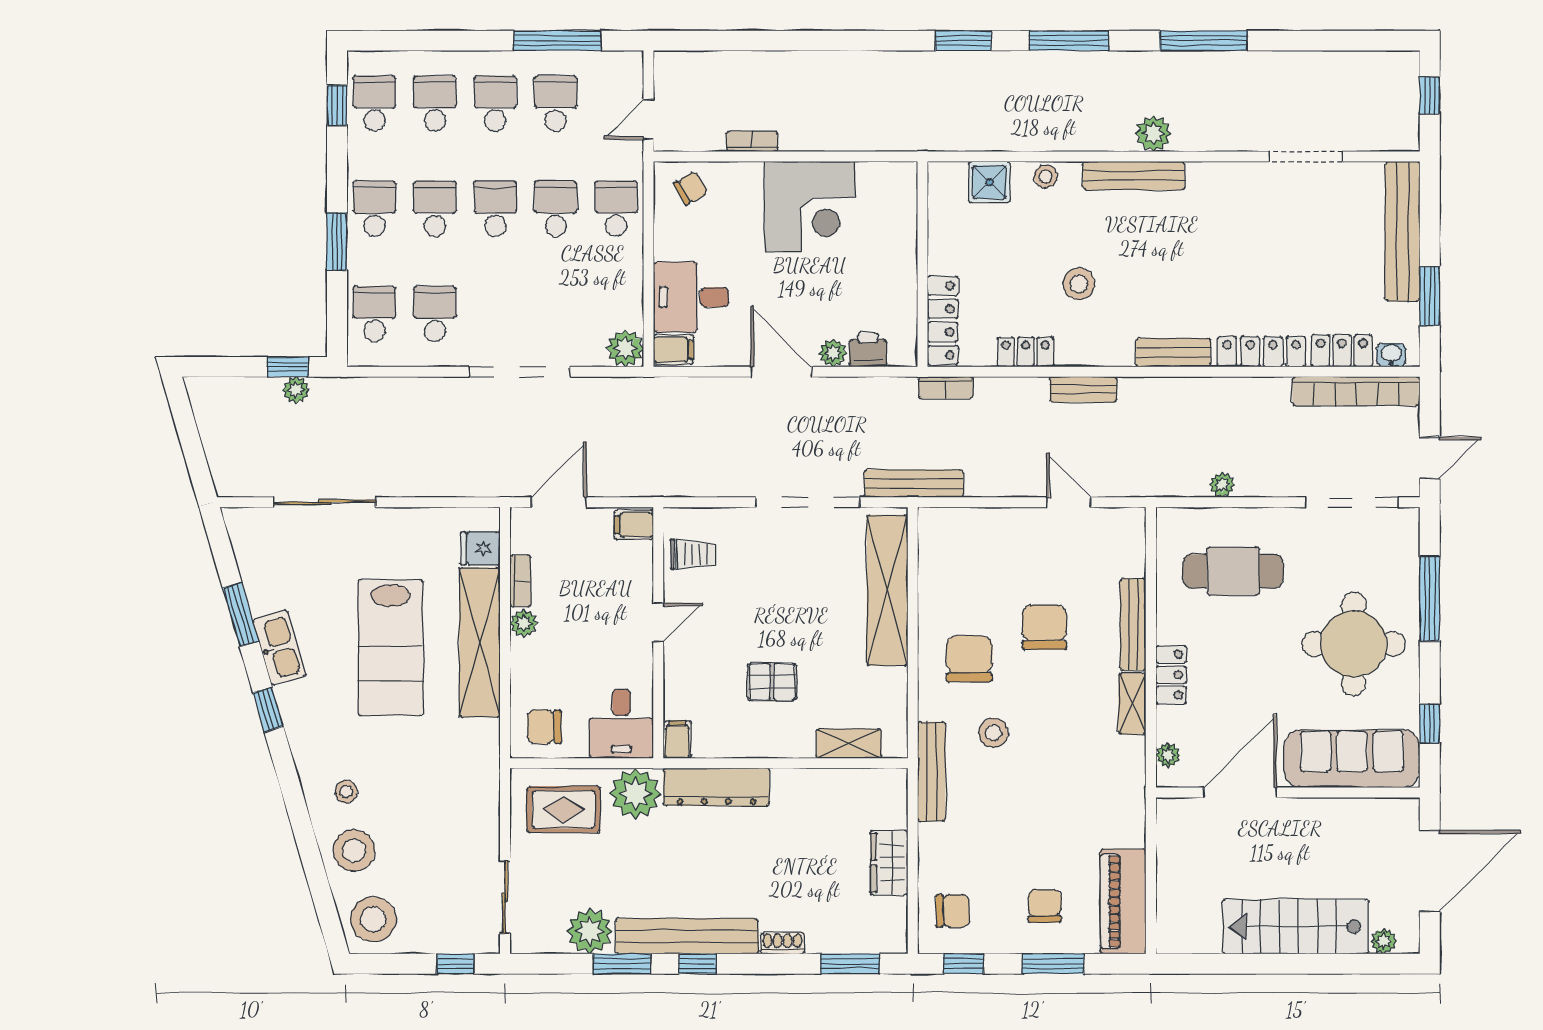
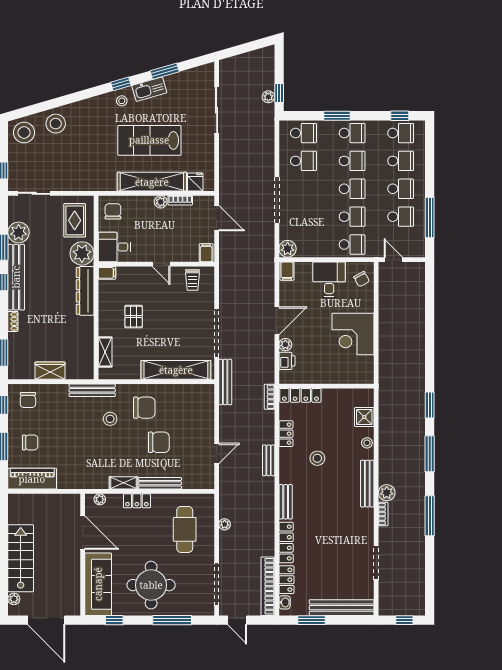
bookcase: (752, 141) -> (383, 514), moved
desk: (691, 297) -> (329, 279), moved
stool: (346, 792) -> (122, 101), moved

